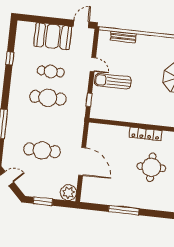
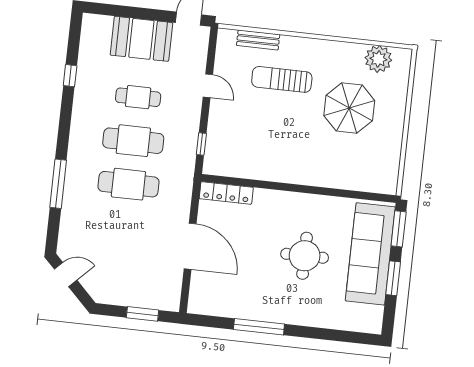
sun lounger: (113, 81) -> (282, 79), moved
locker: (145, 134) -> (226, 193), moved
cafe table: (42, 150) -> (128, 184), moved
plant: (68, 193) -> (167, 298), removed
window: (43, 201) -> (142, 314), moved

